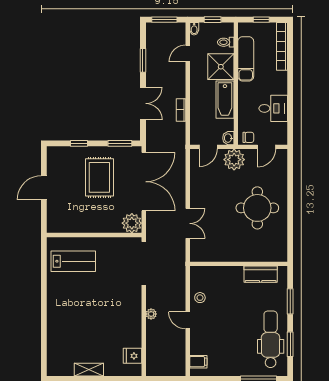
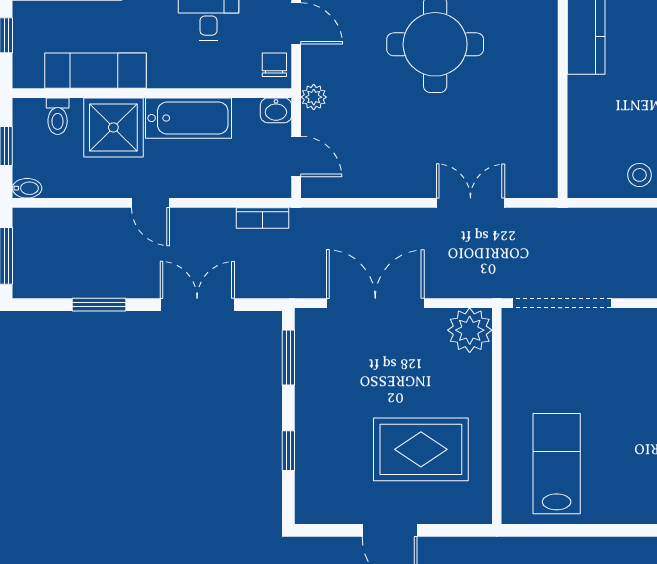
door: (188, 53) -> (151, 203), moved
bookcase: (181, 110) -> (263, 218), moved
plant: (234, 160) -> (314, 97), width x0.53, depth x0.53
rug: (99, 177) -> (421, 449), moved
double door: (144, 182) -> (375, 303), width x0.73

